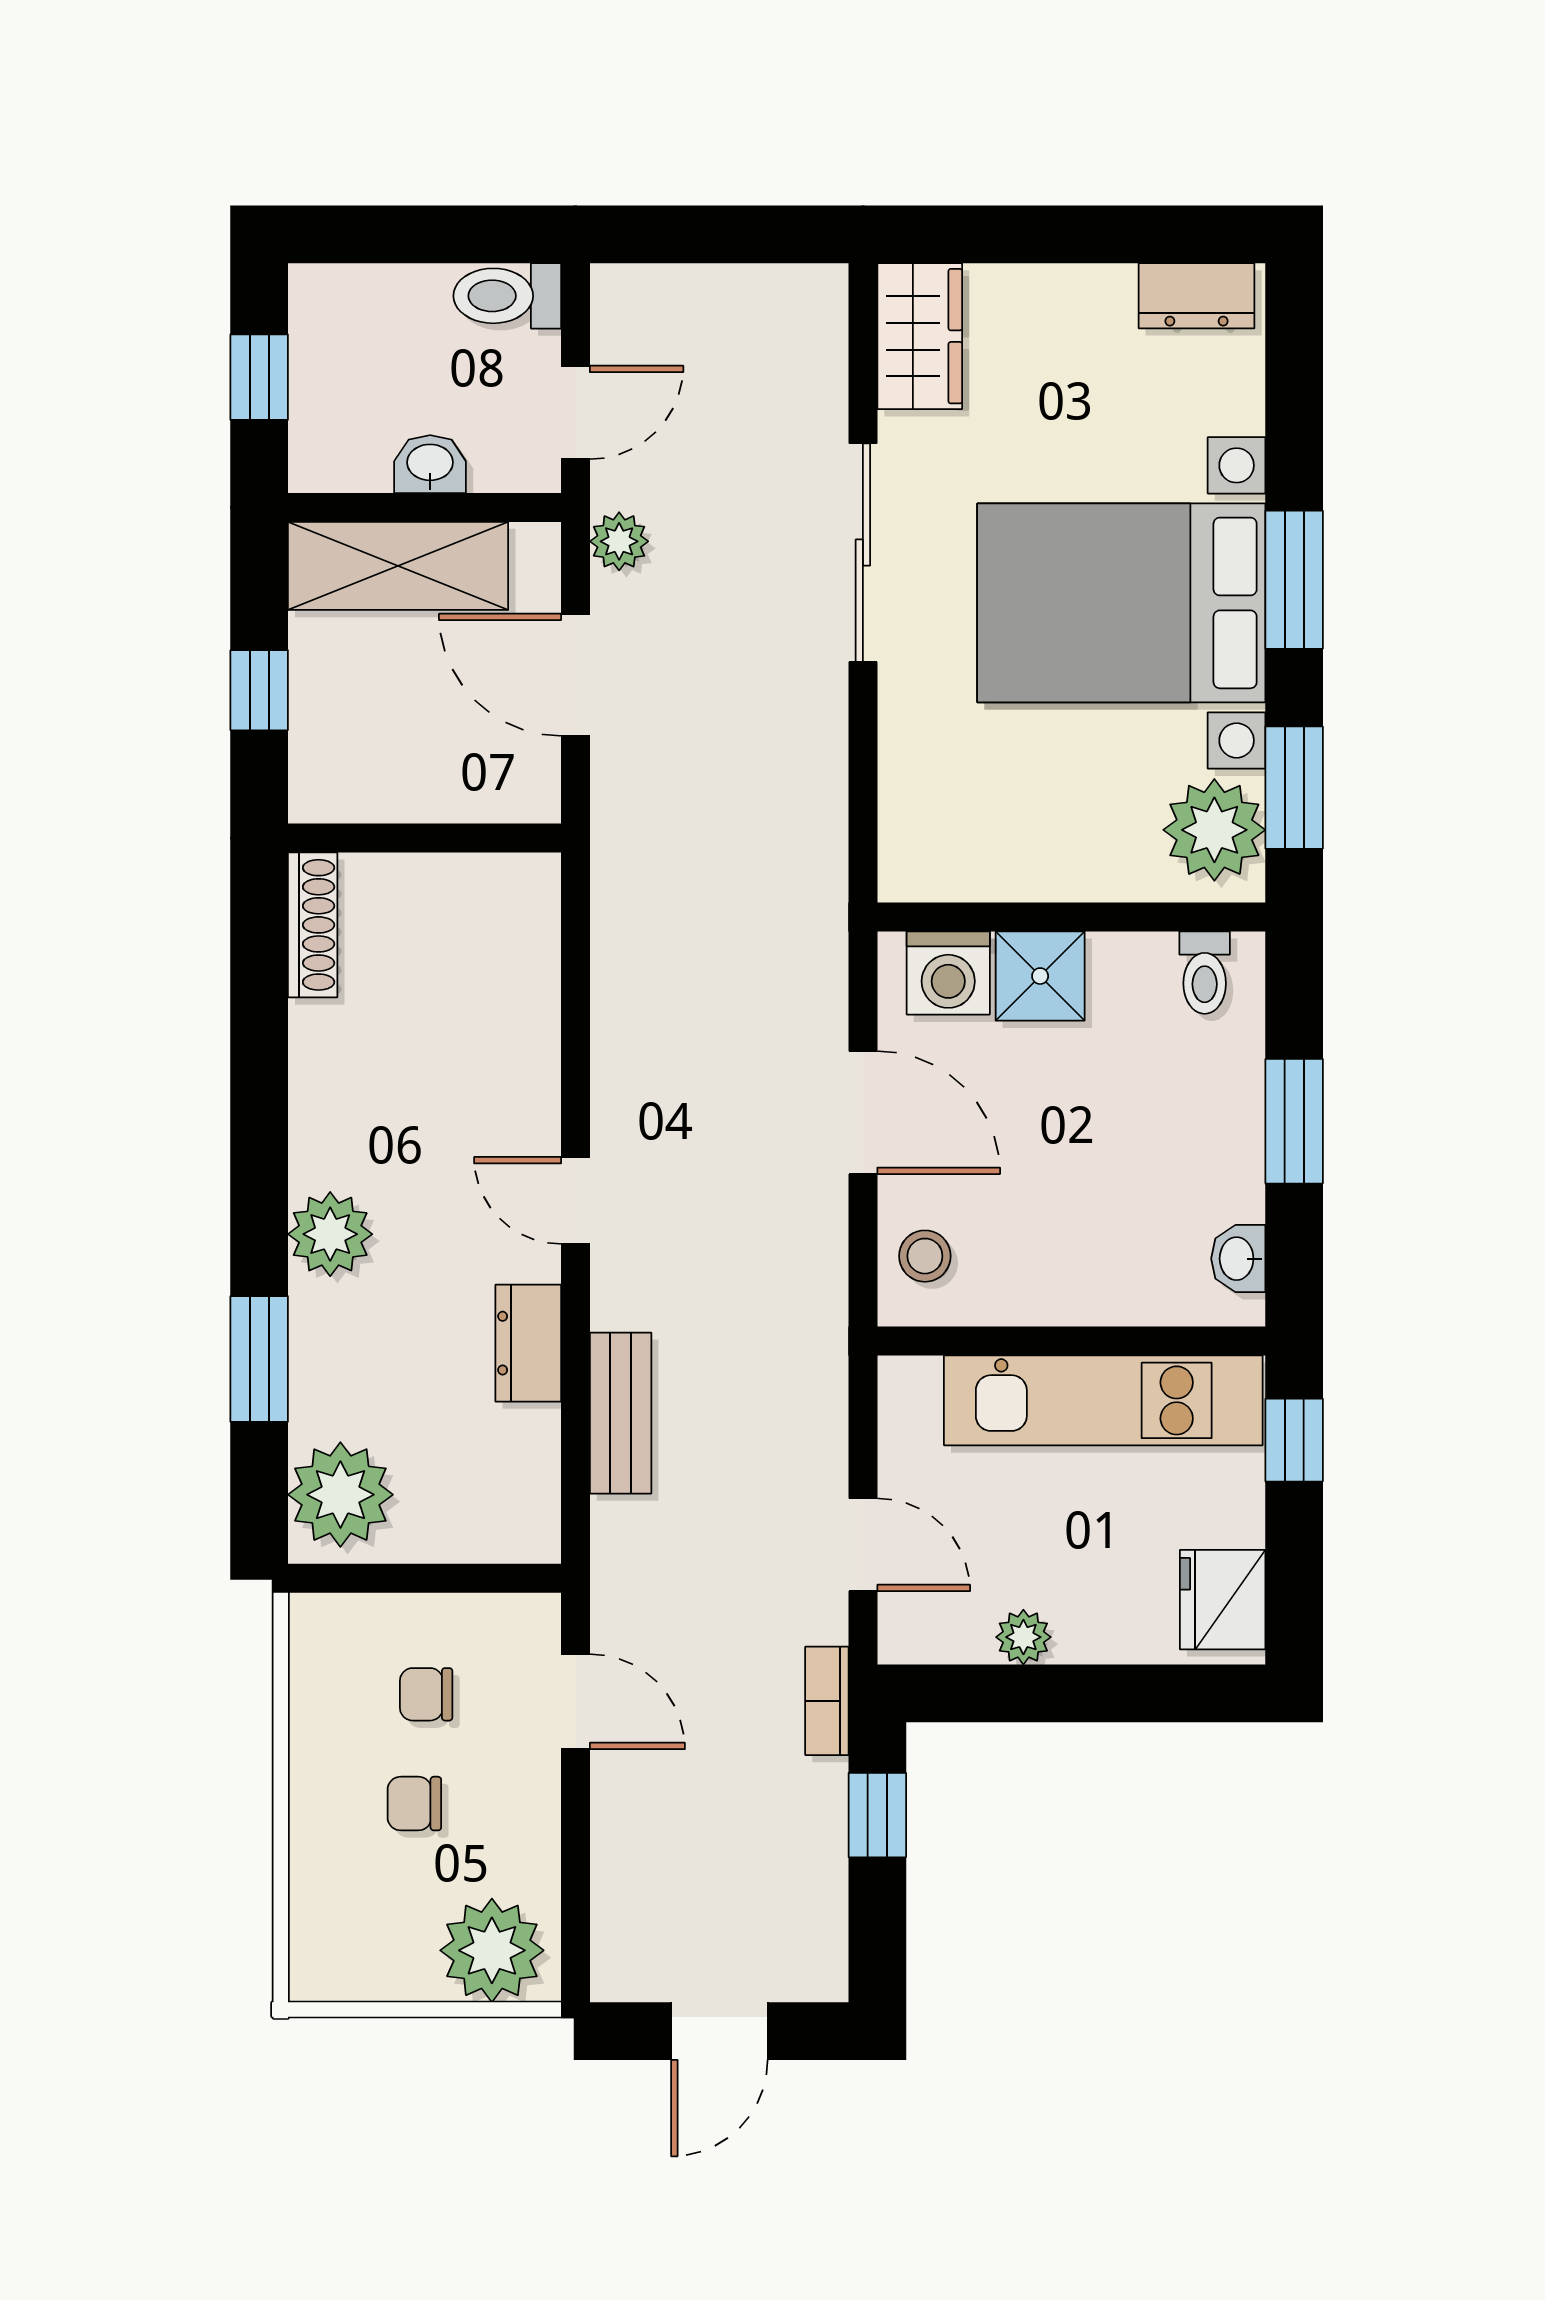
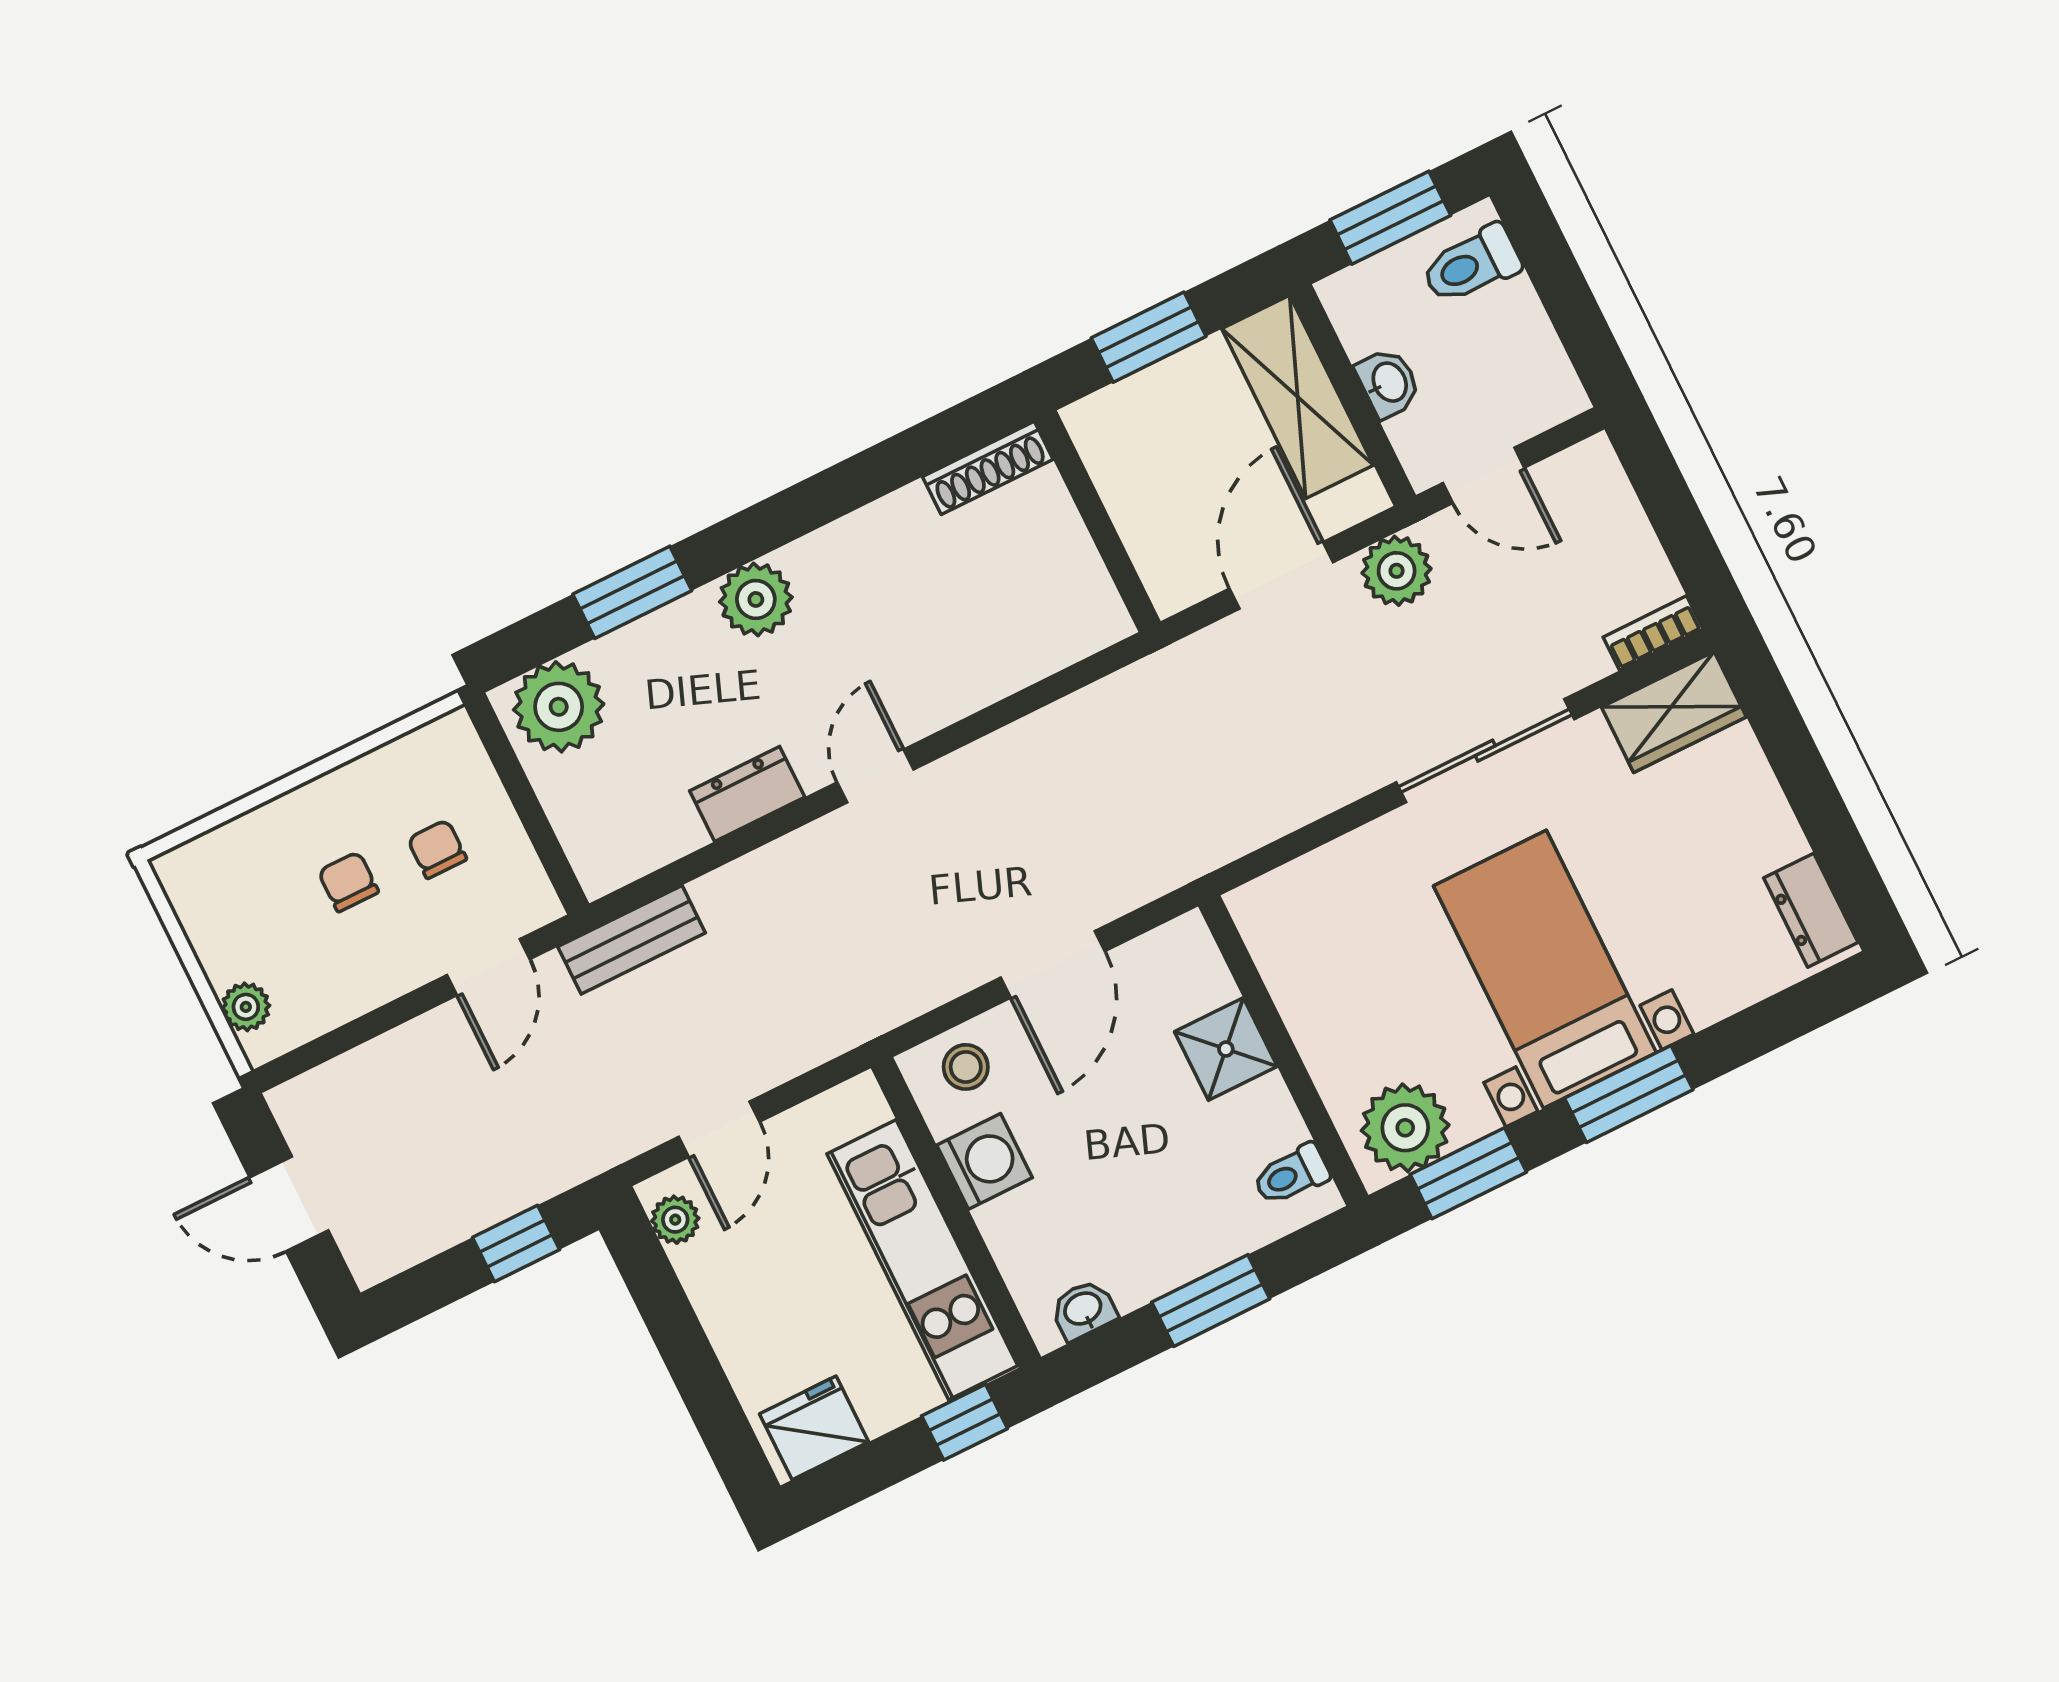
toilet: (507, 296) -> (1471, 265), moved, turned -90
window: (259, 377) -> (1390, 218), width x1.50
plant: (619, 541) -> (1397, 571), width x1.38, depth x1.38
bed with nightstands: (1121, 603) -> (1545, 969), width x0.73
window: (259, 690) -> (1149, 337), width x1.50
washing machine: (948, 973) -> (984, 1161), moved, turned 180
bench: (621, 1413) -> (632, 940), moved
plant: (1023, 1637) -> (675, 1220), moved
bookcase: (827, 1701) -> (1653, 633), moved
plant: (492, 1950) -> (246, 1007), width x0.53, depth x0.53

